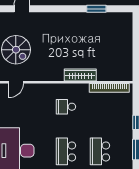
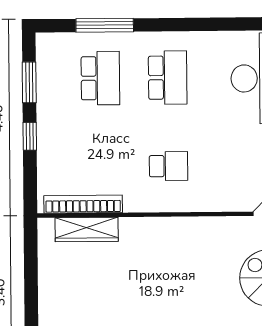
wardrobe: (80, 75) -> (87, 230), moved

